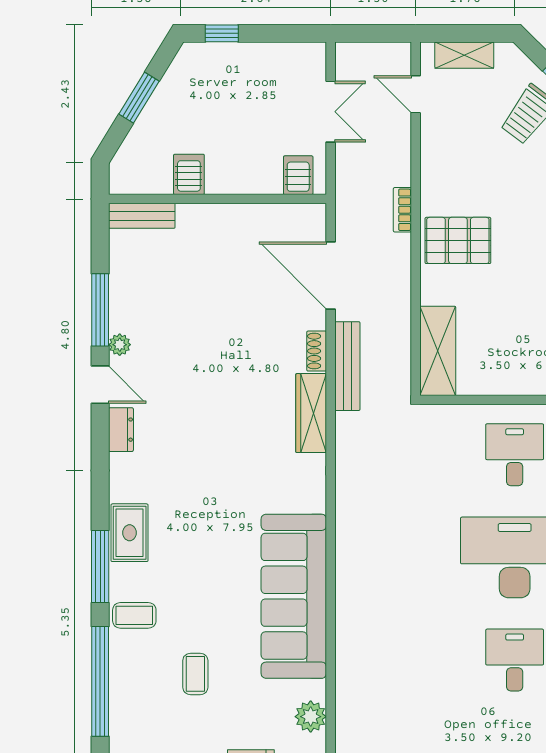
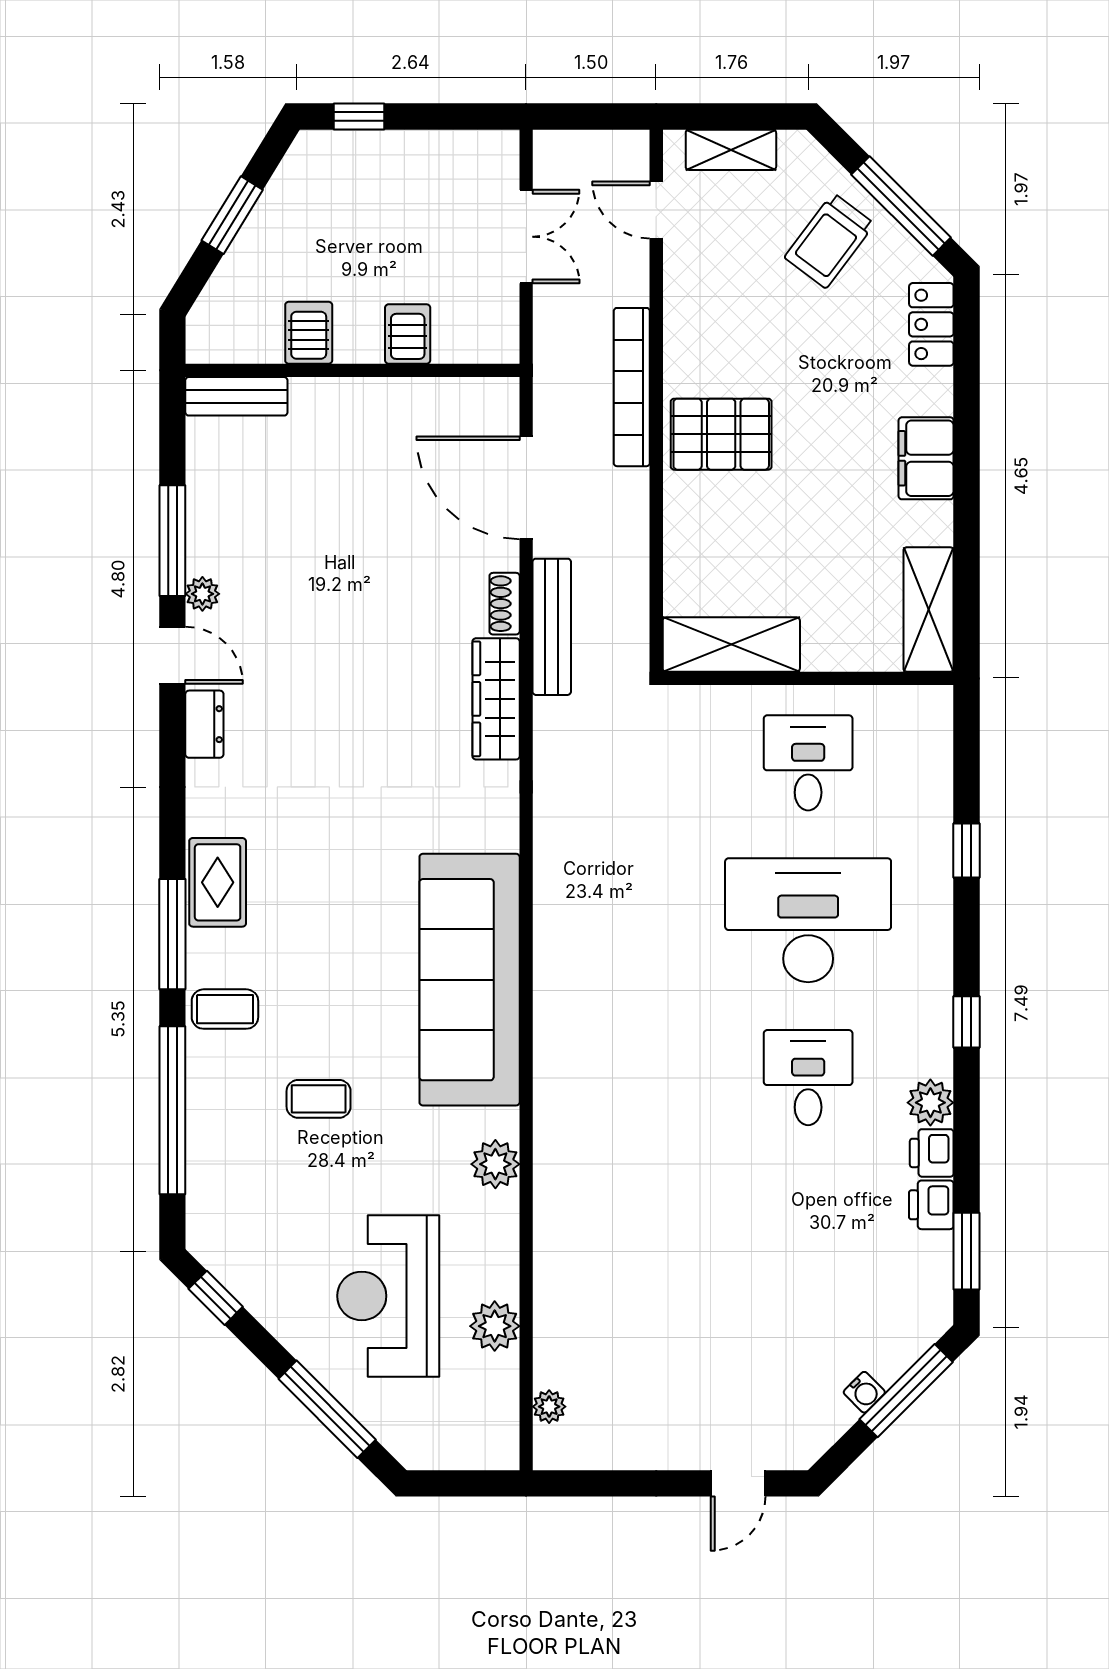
server rack: (298, 175) -> (408, 334), moved
bookcase: (402, 210) -> (632, 387), width x2.31, depth x1.31
shelving: (438, 351) -> (731, 645), moved, turned 90
coffee table: (195, 674) -> (319, 1099), turned 90

